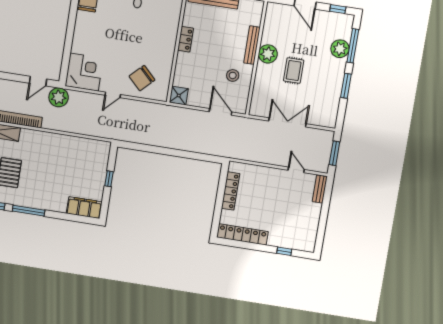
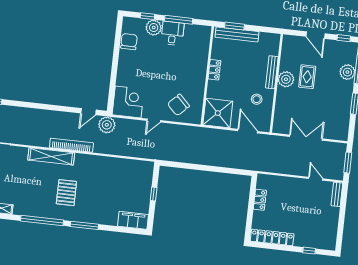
rug: (294, 71) -> (307, 77), moved
shower: (179, 96) -> (218, 113), width x1.86, depth x1.86
locker: (231, 191) -> (260, 200), width x0.66

